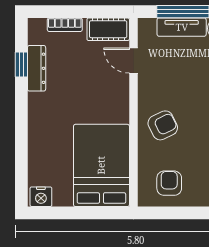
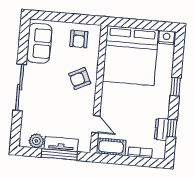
dresser: (37, 68) -> (161, 129), width x0.70
window: (21, 126) -> (176, 87), added
bed: (101, 165) -> (130, 56), width x1.36

